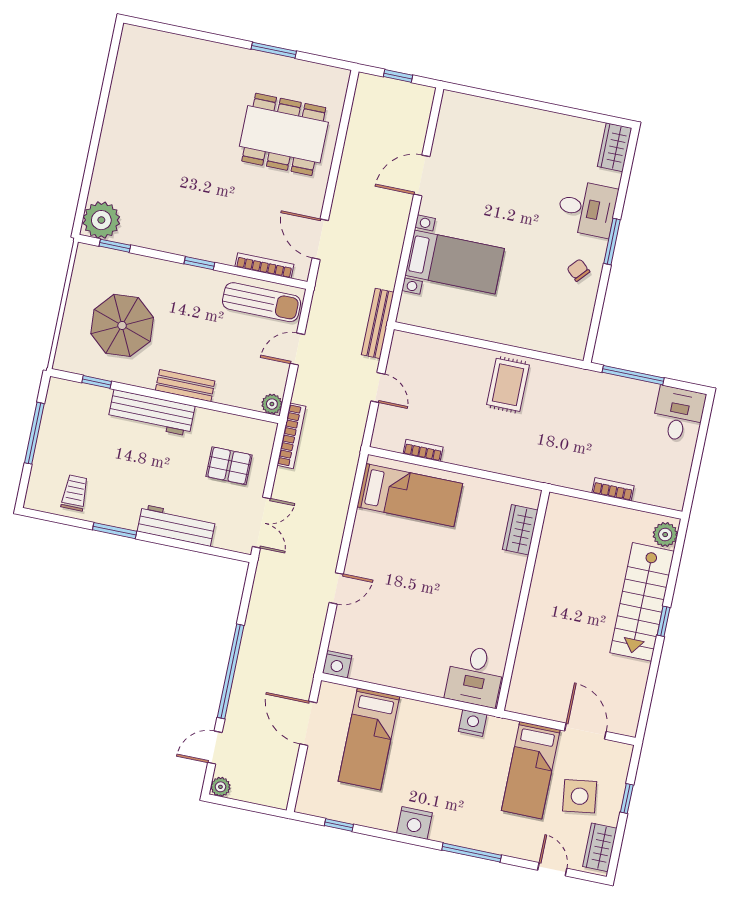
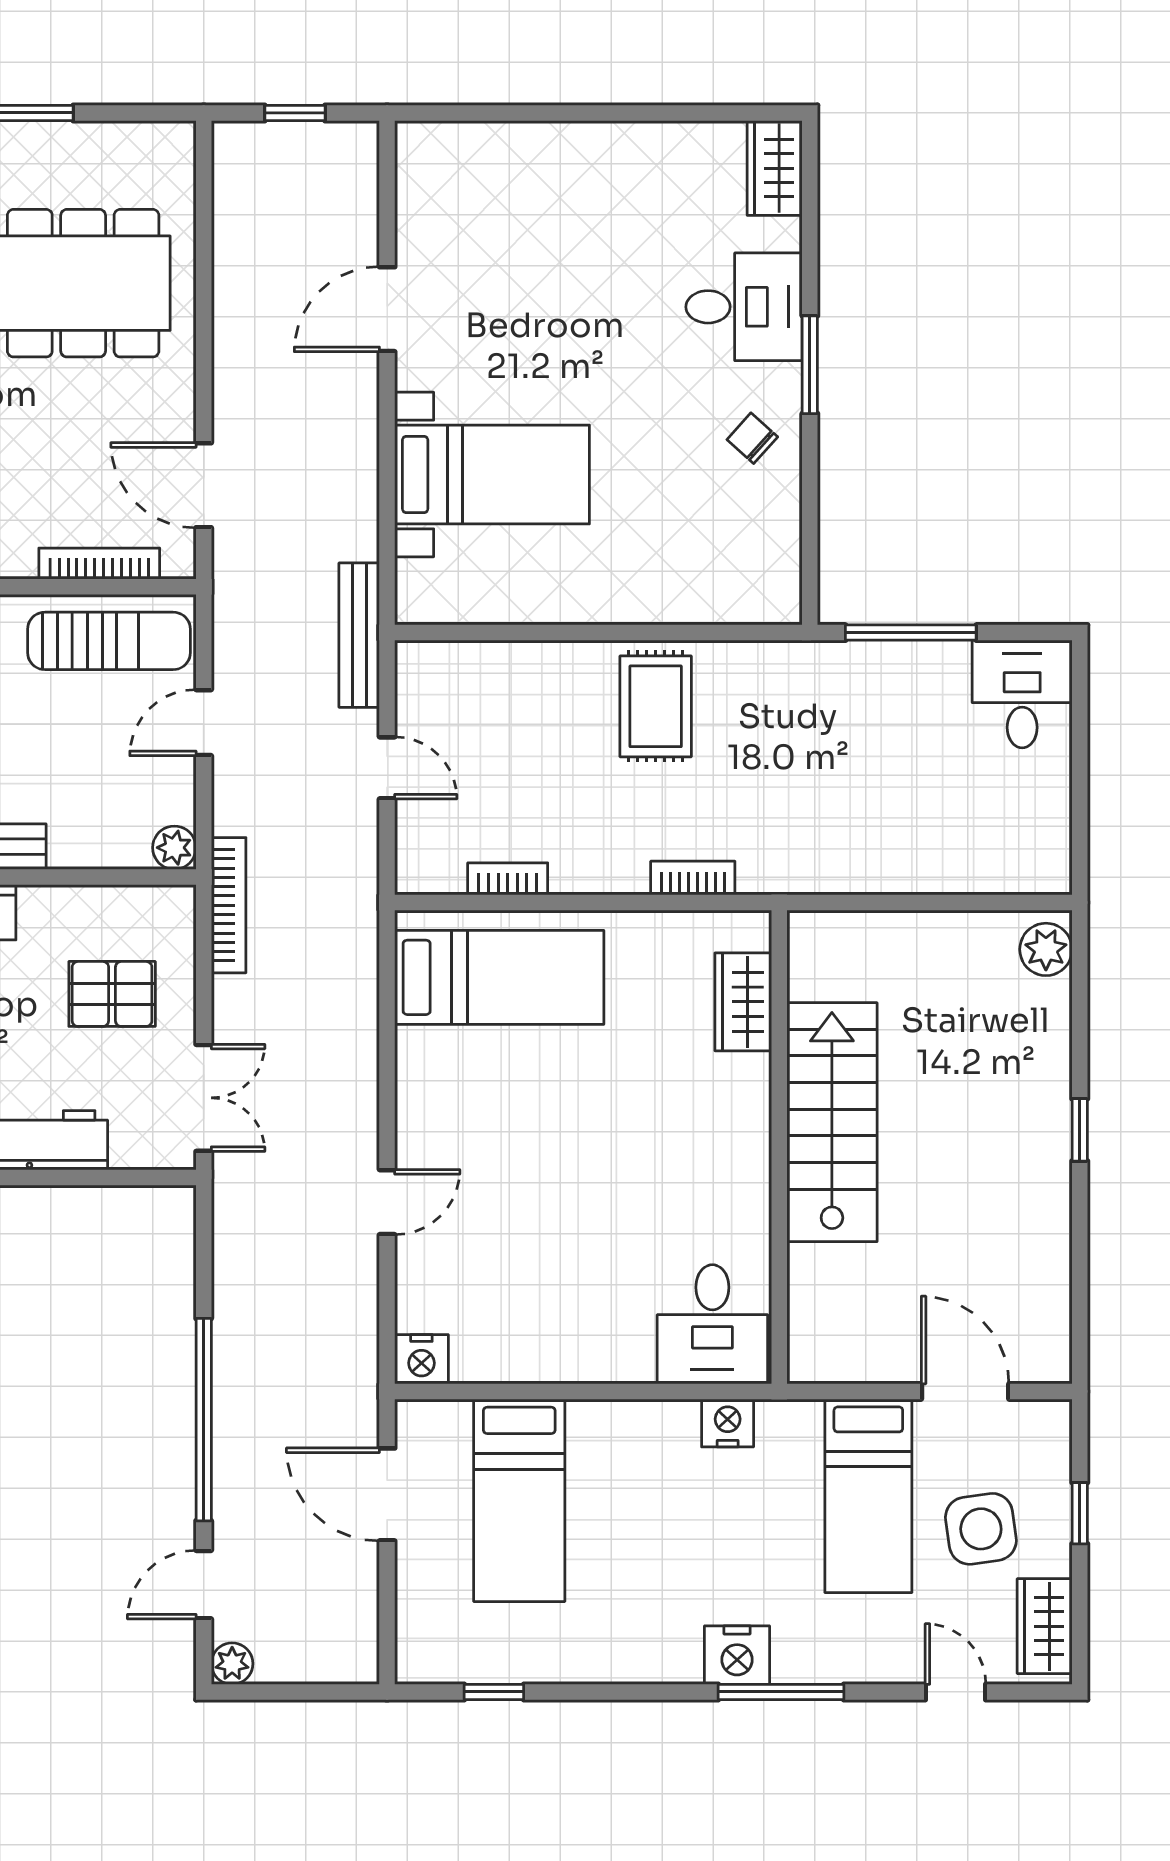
bookcase: (613, 489) -> (693, 878), moved
stairs: (642, 602) -> (832, 1122), moved, turned 180
nightstand: (415, 823) -> (737, 1655), moved

